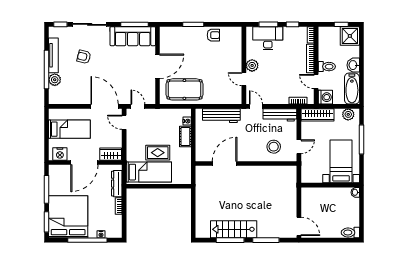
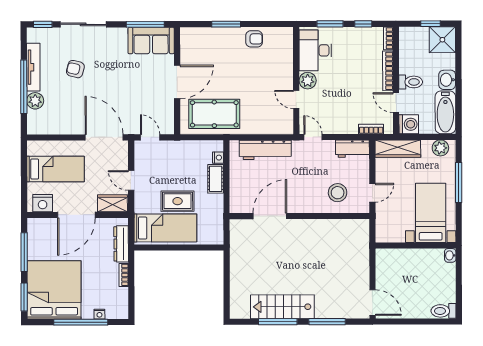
sofa: (133, 36) -> (151, 41), width x0.73
desk: (268, 38) -> (315, 50), moved, turned -90
workbench: (280, 115) -> (352, 149), width x0.73
door: (124, 122) -> (131, 180), moved

